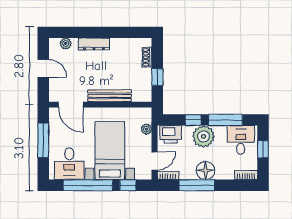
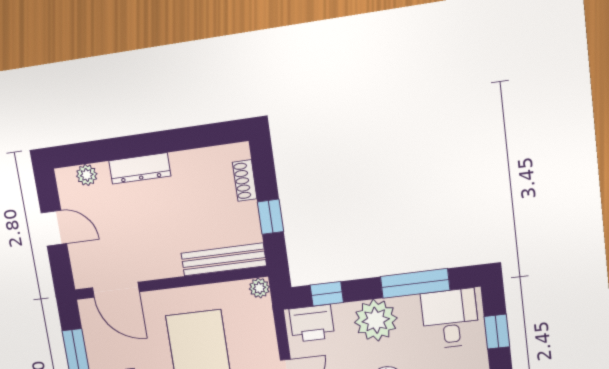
bench: (109, 96) -> (224, 259), moved
window: (193, 120) -> (327, 294), moved
plant: (146, 129) -> (259, 288), moved

